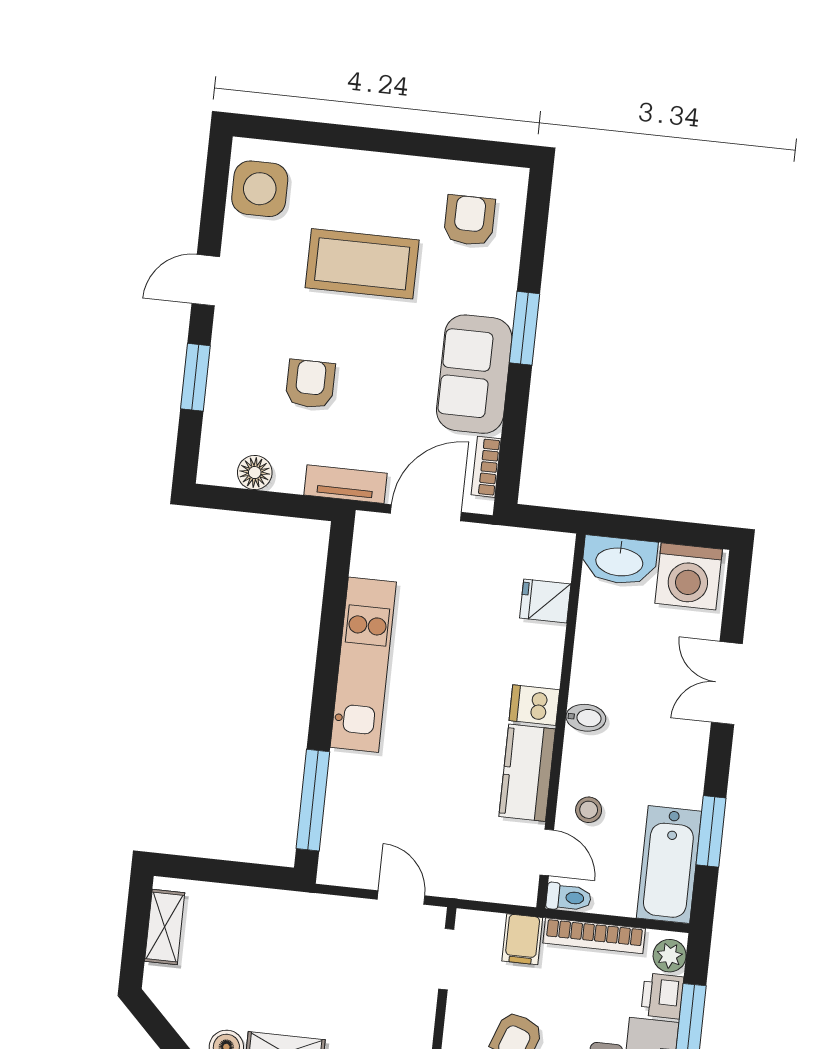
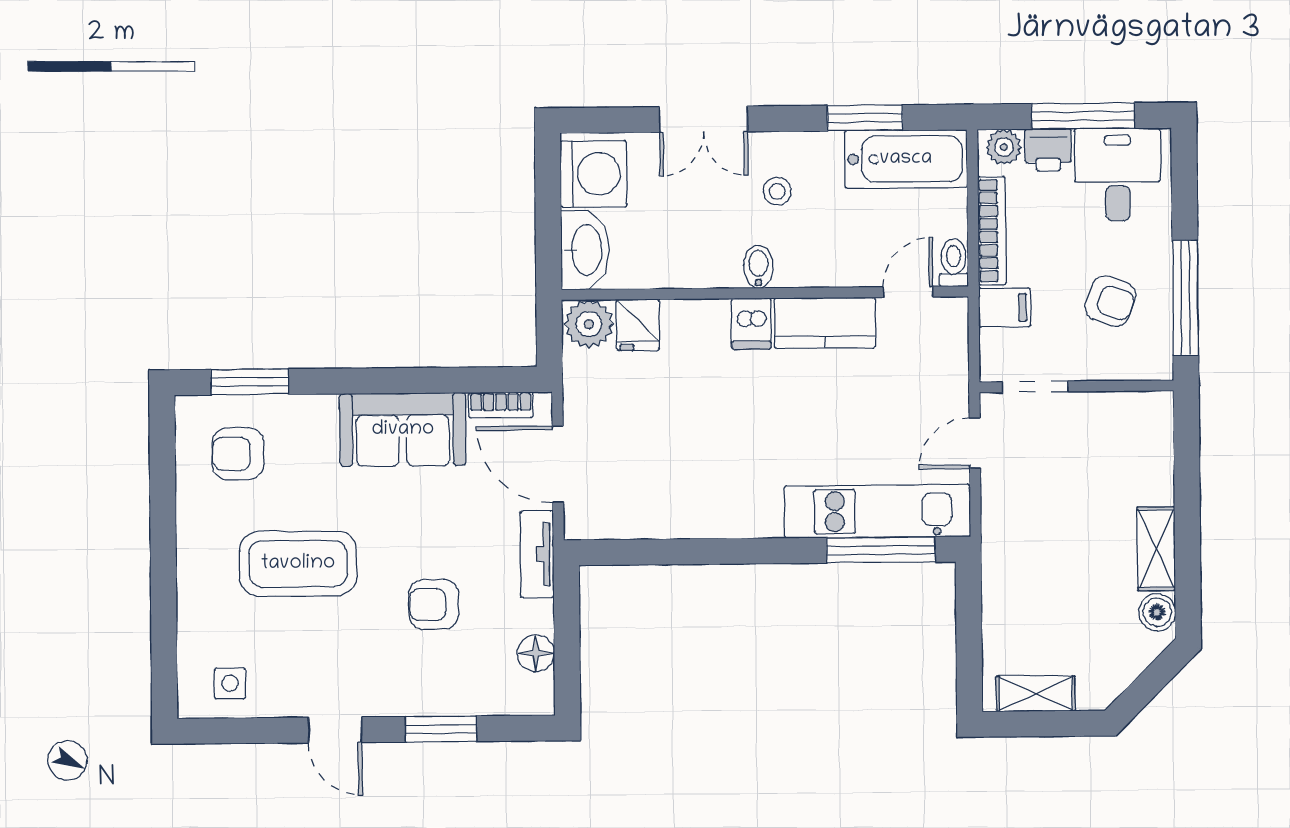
side table: (260, 189) -> (230, 683), width x0.54, depth x0.54
coffee table: (362, 264) -> (298, 564), turned 90
window: (525, 328) -> (250, 382), moved
plant: (551, 556) -> (589, 324), added
kitchen unit: (363, 665) -> (877, 511), moved
stool: (589, 810) -> (777, 191), moved

